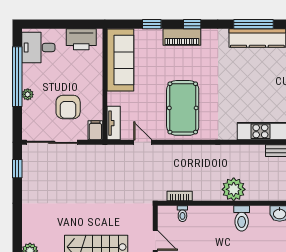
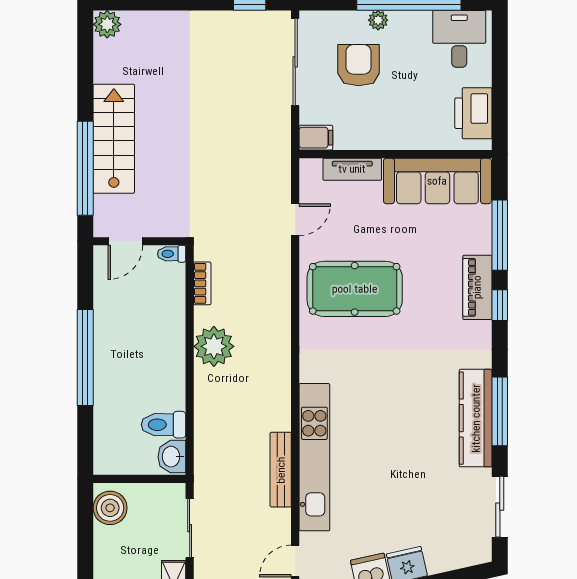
window: (152, 24) -> (500, 235), width x2.17
armchair: (68, 107) -> (359, 65), moved, turned 90
tv unit: (114, 123) -> (352, 169), moved
plant: (234, 189) -> (214, 346), moved
toilet: (182, 214) -> (172, 254), moved
toilet: (242, 218) -> (163, 425), moved

